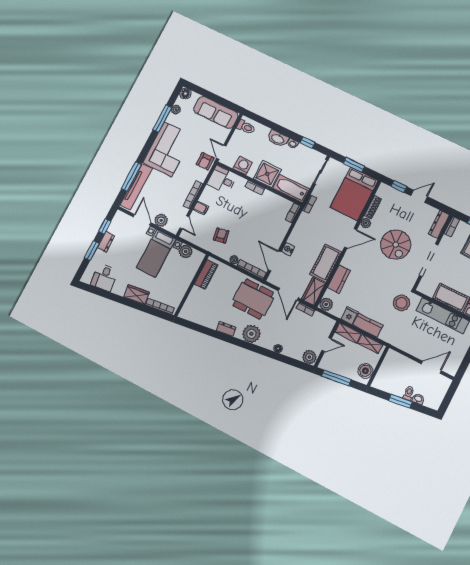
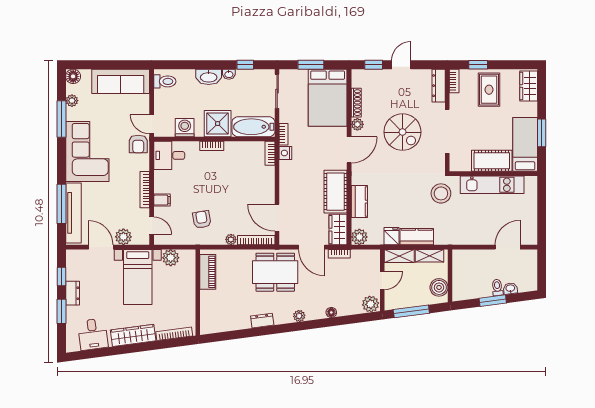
nightstand: (288, 249) -> (285, 153), moved
wardrobe: (136, 295) -> (133, 335), width x1.50
plant: (251, 334) -> (299, 316), width x0.53, depth x0.53

